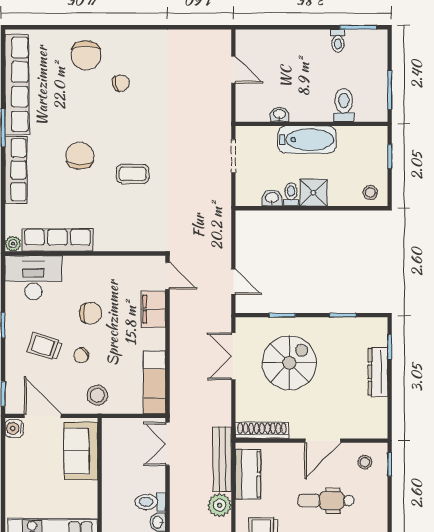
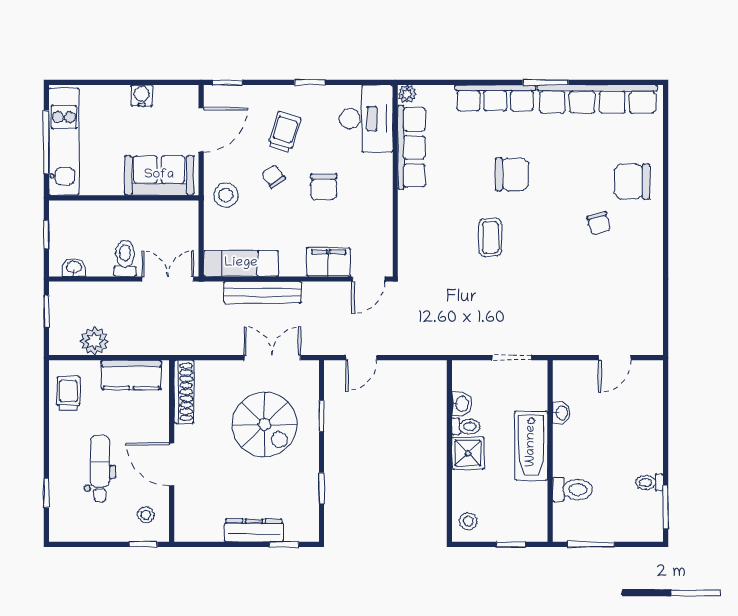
water cooler: (14, 428) -> (142, 96), moved
bench: (222, 459) -> (263, 292), moved
toilet: (150, 502) -> (125, 258), moved

